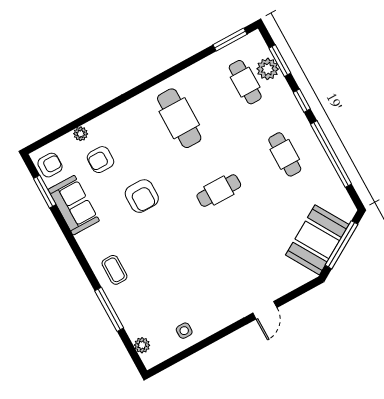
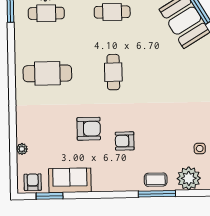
armchair: (101, 160) -> (125, 141), moved, turned 90
coffee table: (114, 270) -> (156, 180), moved
plant: (142, 345) -> (189, 178), width x1.88, depth x1.88

